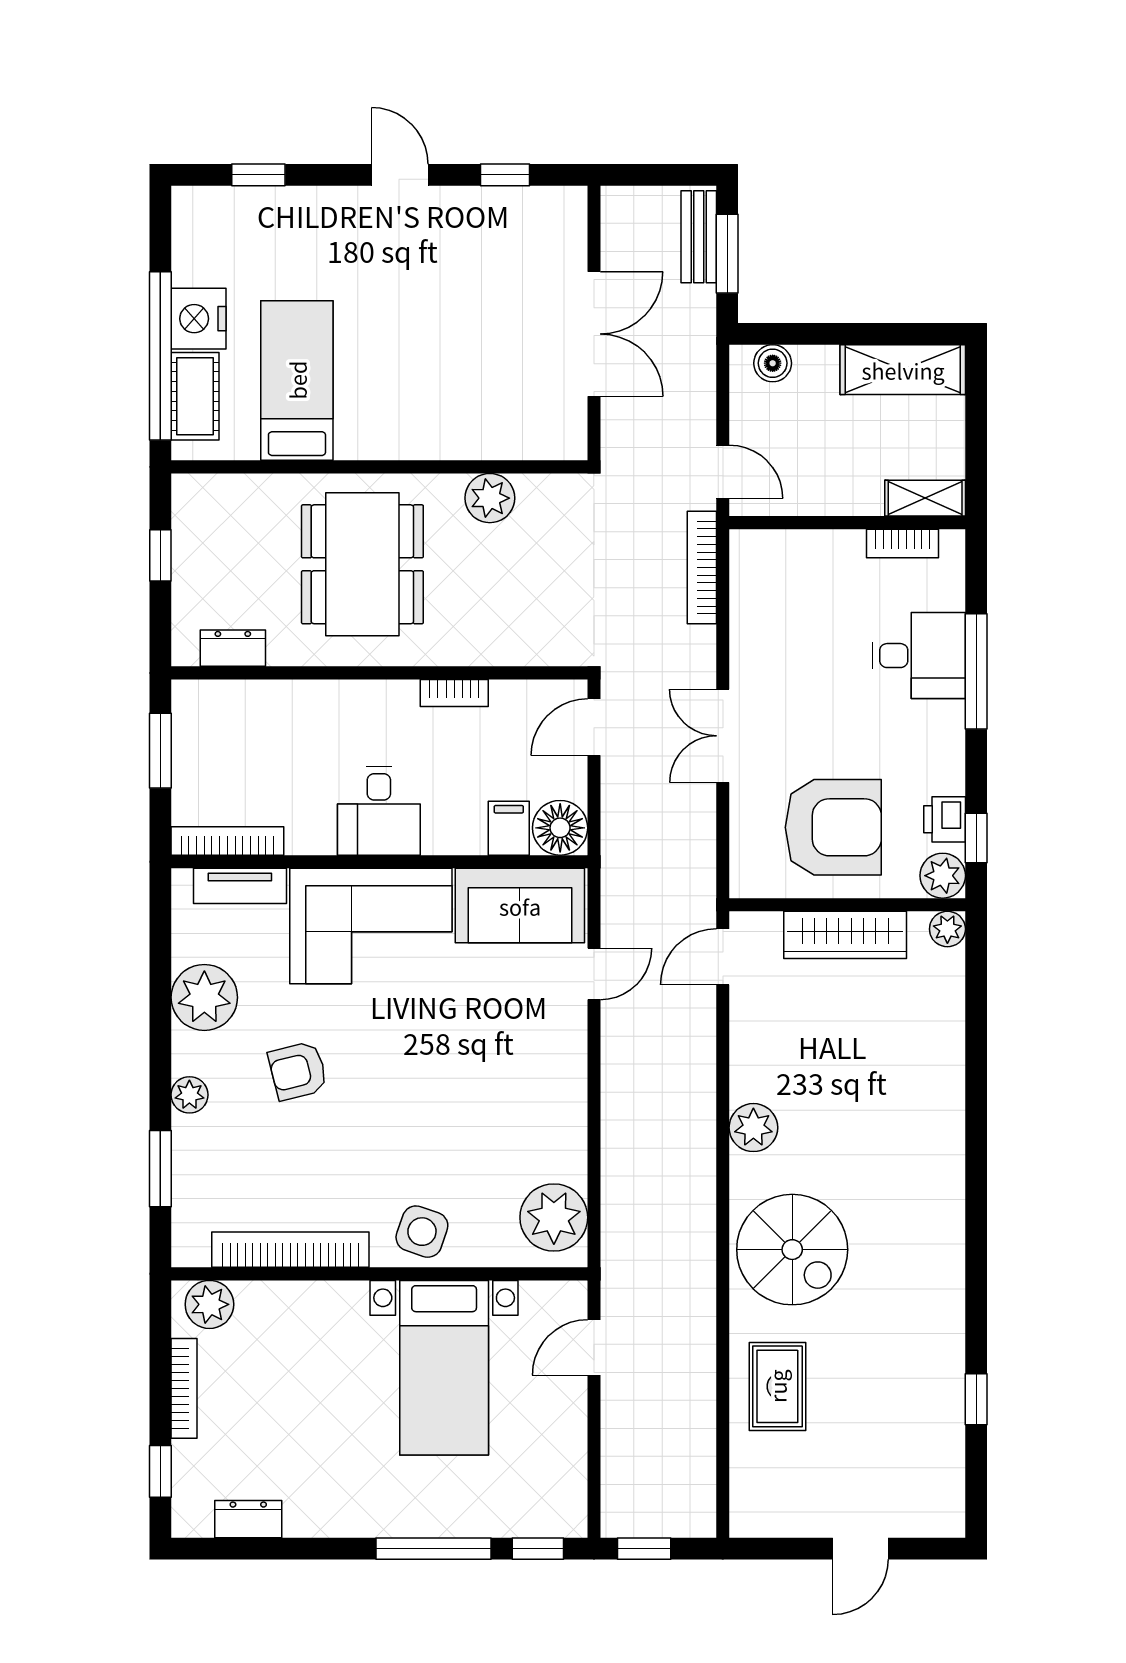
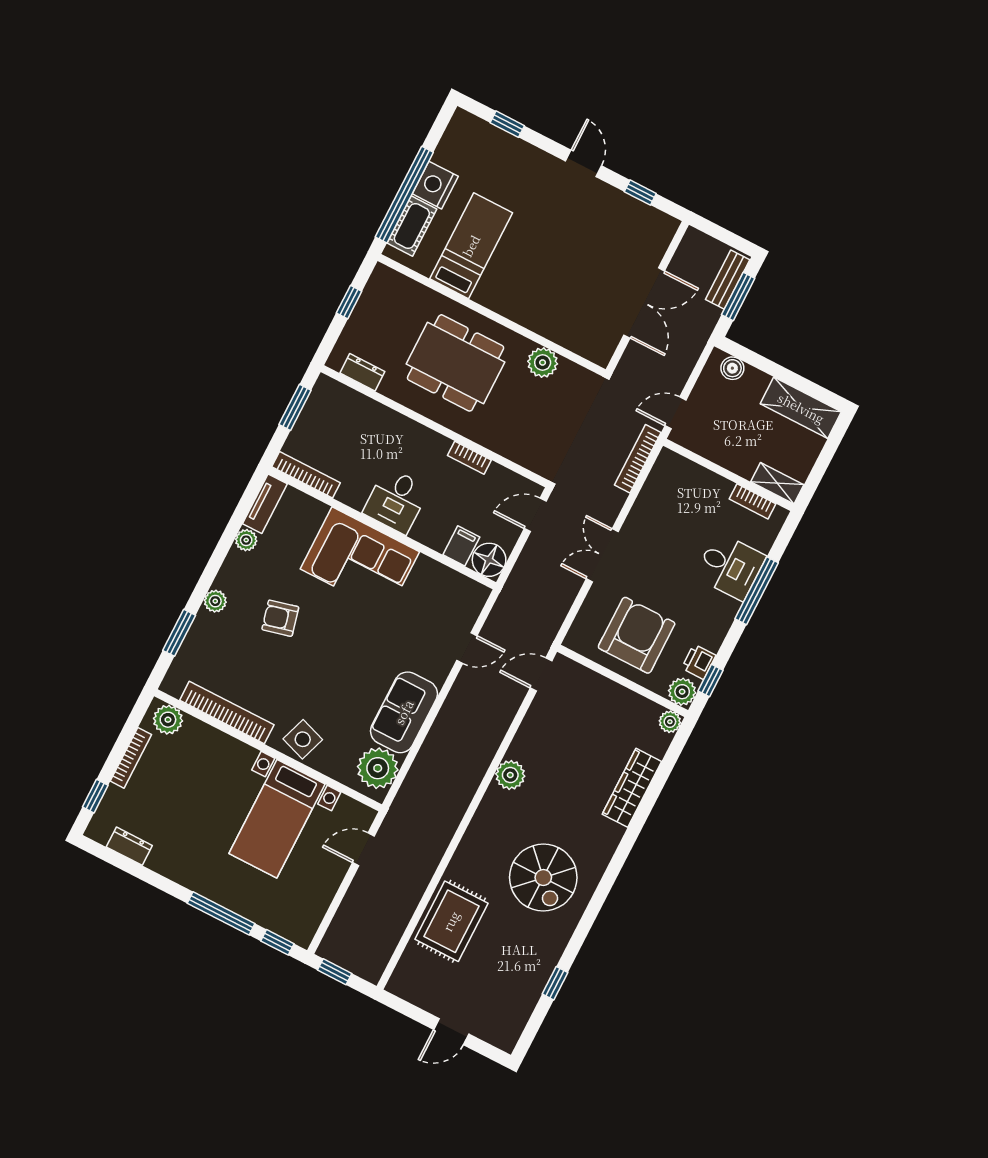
door: (723, 472) -> (675, 413), swing flipped
dining table: (362, 564) -> (456, 363), turned 90
armchair: (833, 827) -> (637, 635), turned -90
tv unit: (240, 886) -> (265, 504), moved, turned -90
sofa: (520, 906) -> (404, 712), moved, turned 90
wardrobe: (845, 935) -> (632, 788), moved, turned 90
plant: (204, 997) -> (246, 540), width x0.53, depth x0.53
spiral stairs: (792, 1250) -> (543, 878), moved
rug: (777, 1386) -> (451, 921), width x1.36, depth x1.43

